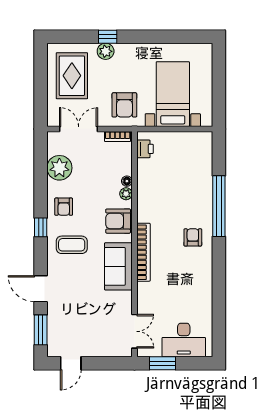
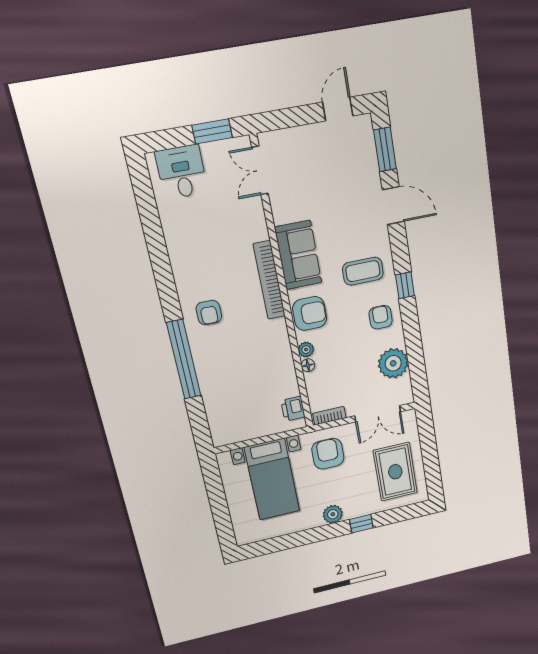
plant: (106, 51) -> (333, 514), moved
desk: (184, 340) -> (182, 172), width x0.73

